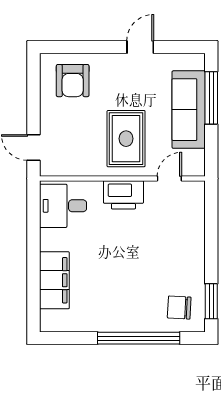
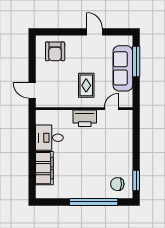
door: (140, 47) -> (95, 32), hinge flipped
rug: (126, 139) -> (86, 85), width x0.73, depth x0.70
desk: (63, 206) -> (49, 138), moved

